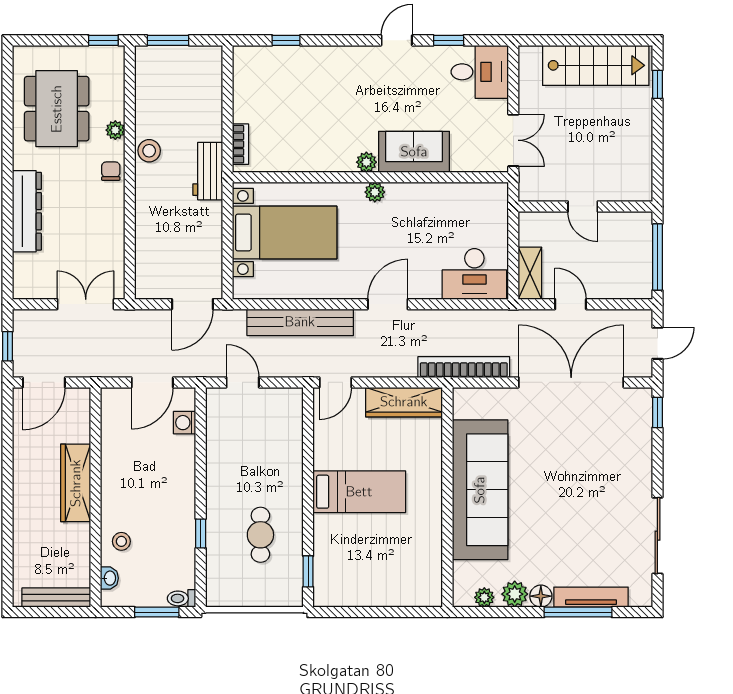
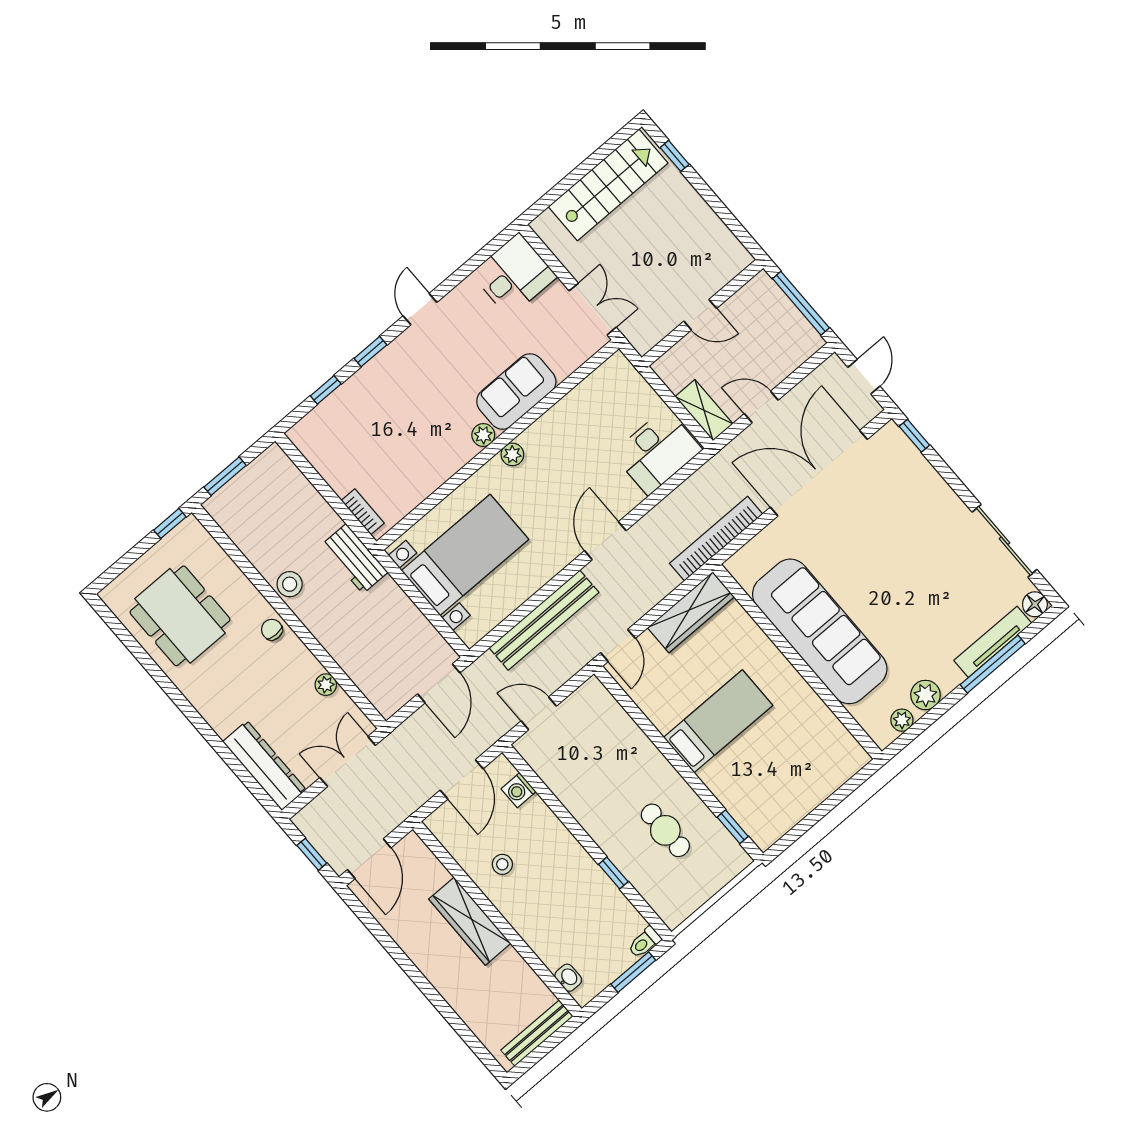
window: (449, 40) -> (370, 352), moved
plant: (115, 130) -> (326, 685), moved
dresser: (27, 211) -> (264, 766), moved
stool: (121, 541) -> (502, 864), moved
floor lamp: (541, 596) -> (1035, 604), moved

